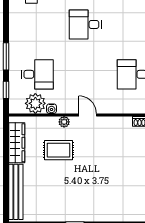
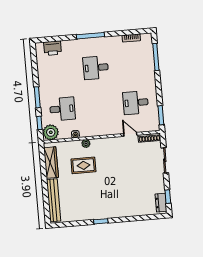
plant: (35, 103) -> (51, 132), moved
door: (88, 115) -> (130, 134), moved

